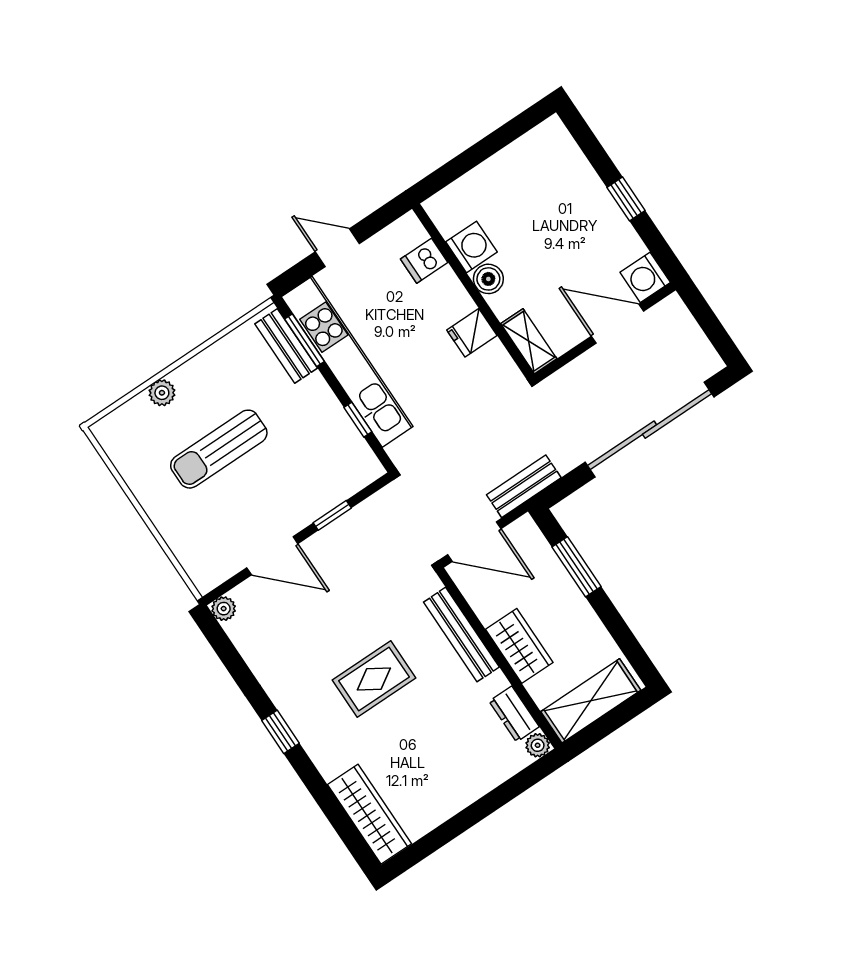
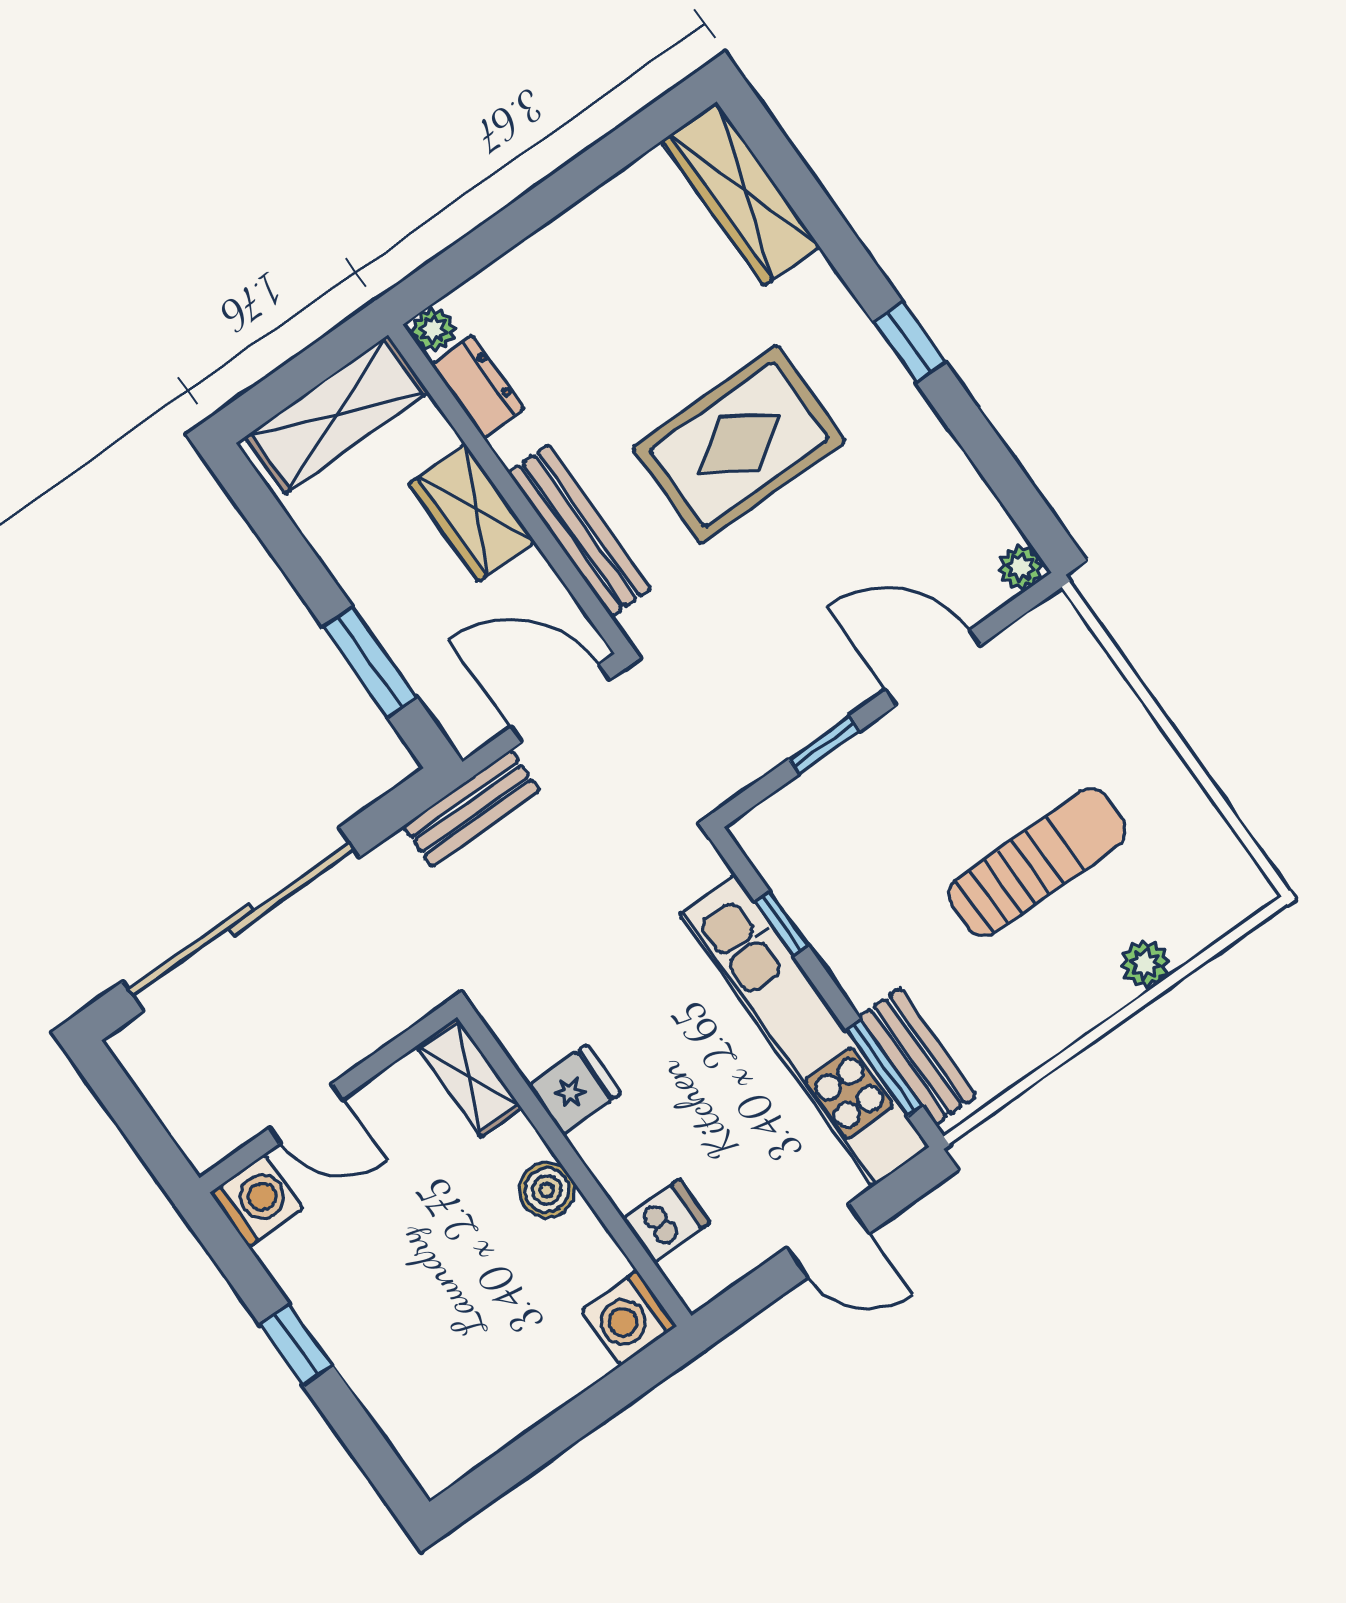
washing machine: (471, 247) -> (629, 1318), moved
door: (617, 324) -> (306, 1113), width x0.73
rug: (374, 679) -> (739, 444), width x1.36, depth x1.43

